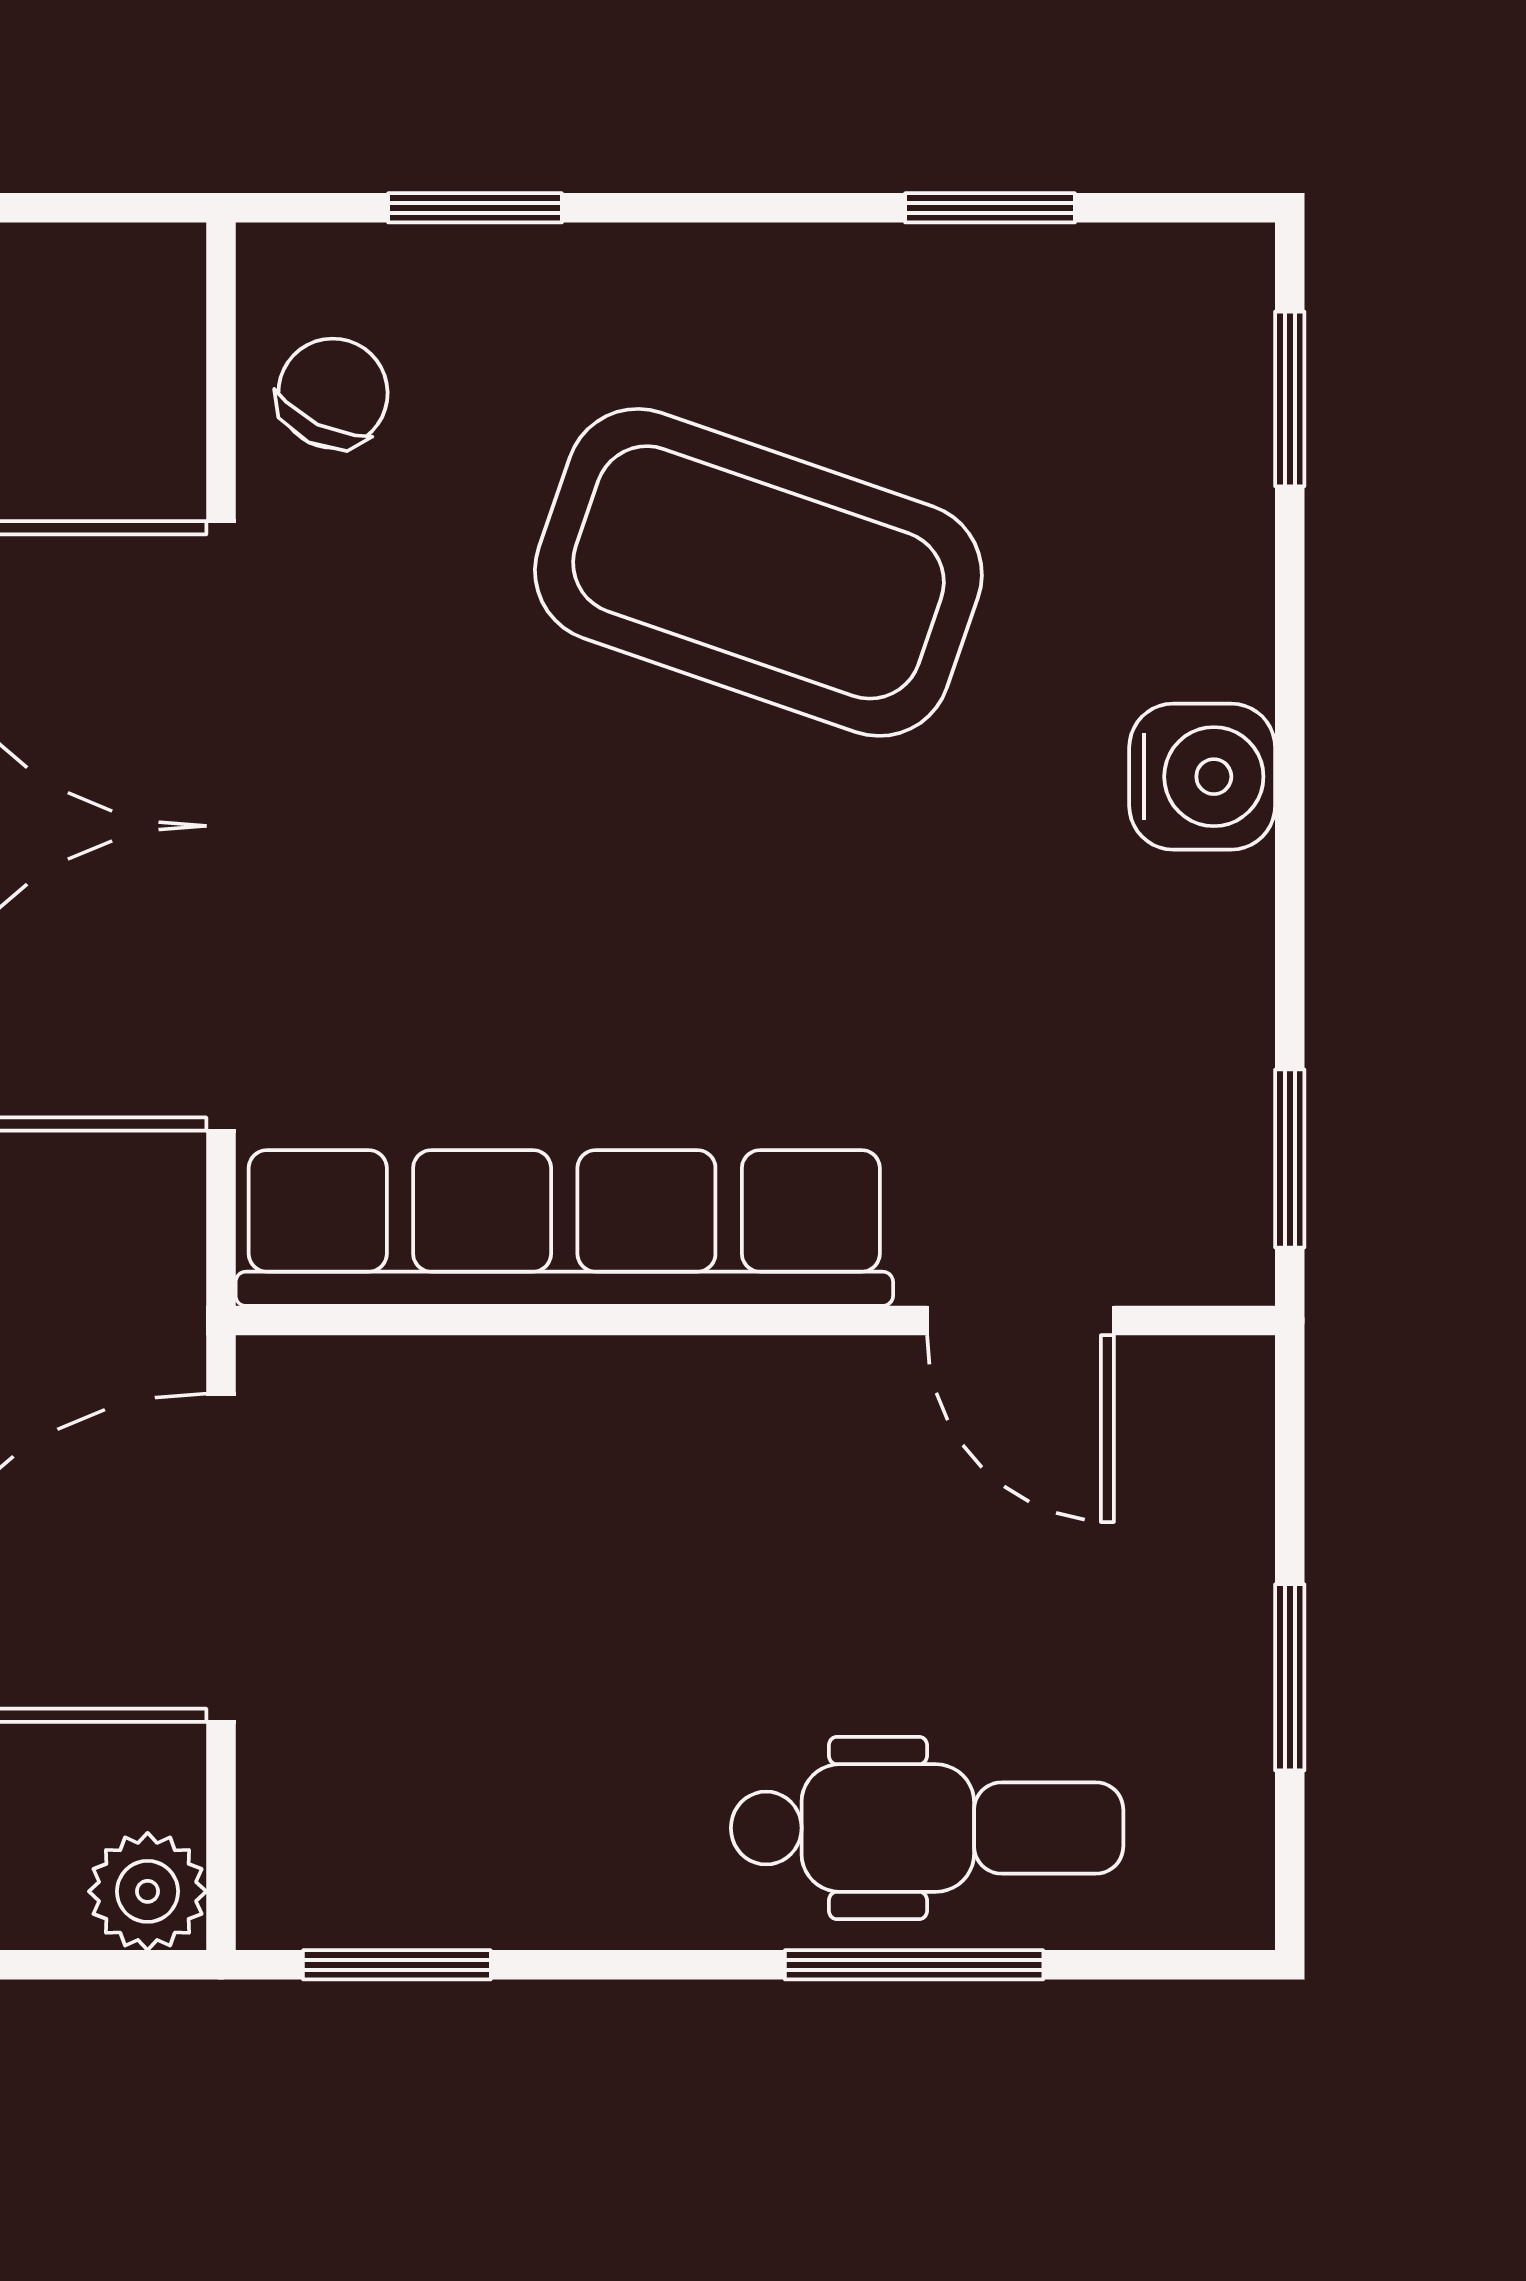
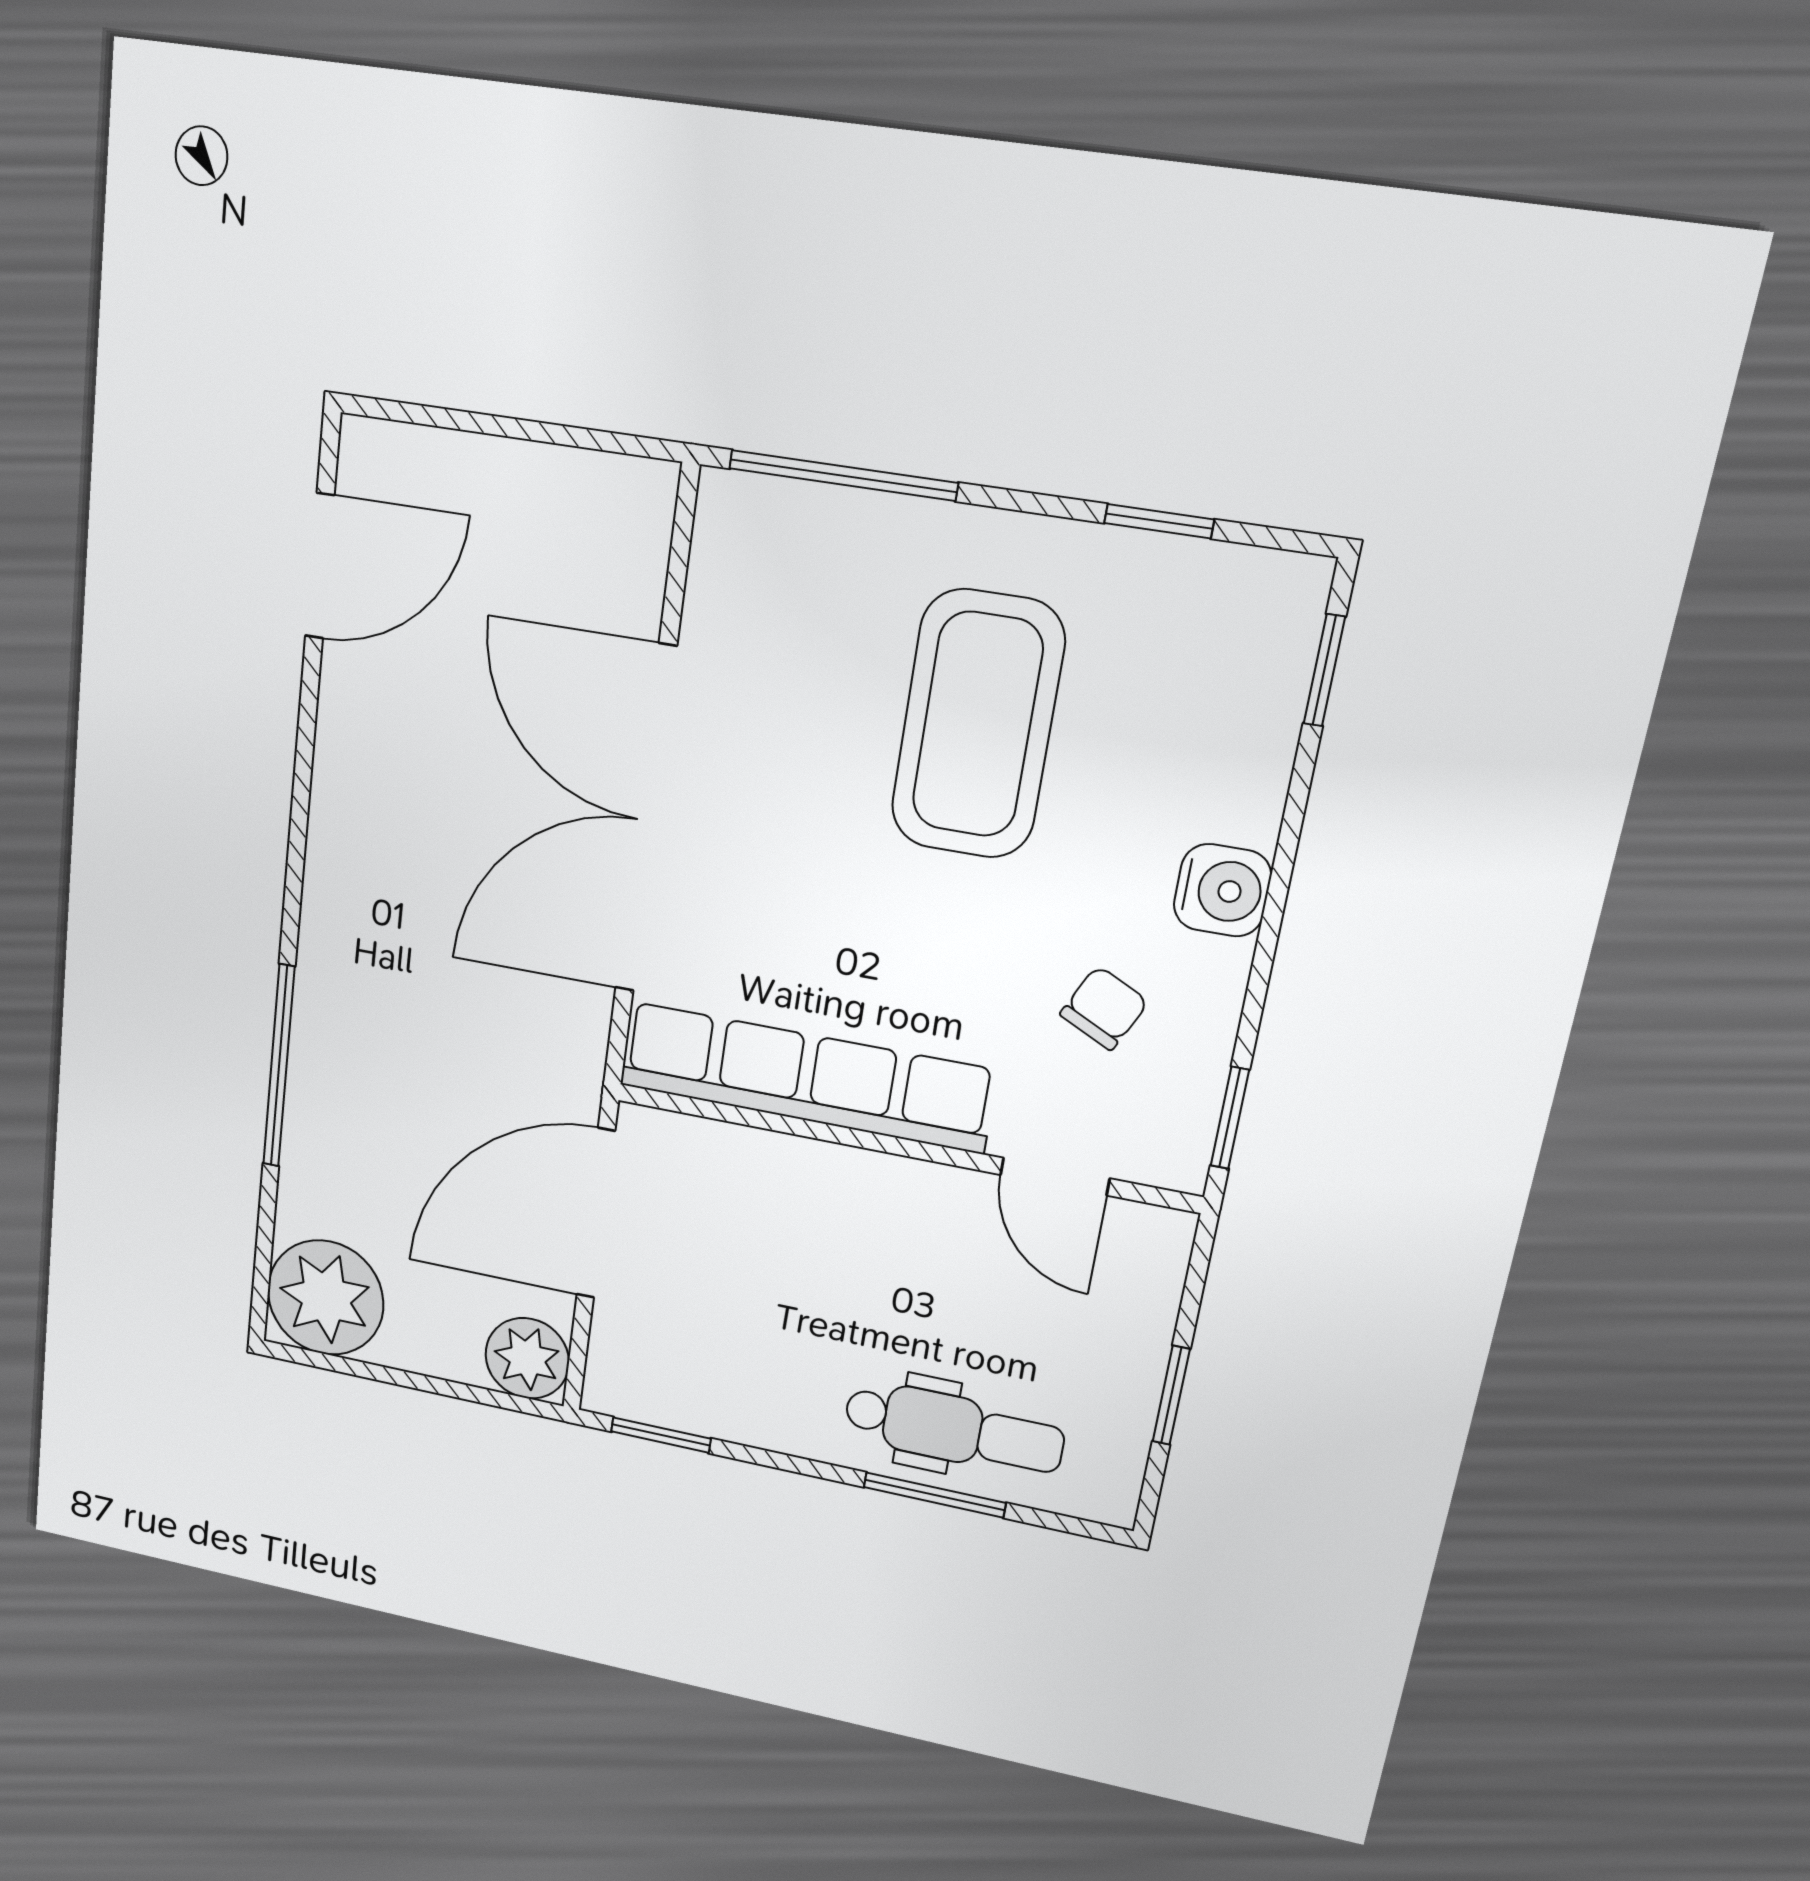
window: (475, 208) -> (843, 476), width x2.17
chair: (333, 393) -> (1104, 1008), moved
coffee table: (758, 572) -> (977, 725), turned 71
plant: (148, 1891) -> (527, 1358), width x1.38, depth x1.38

